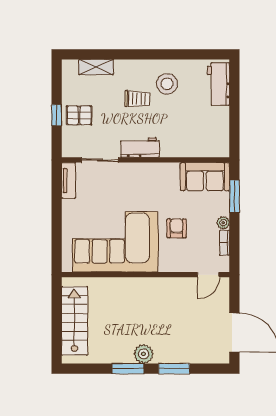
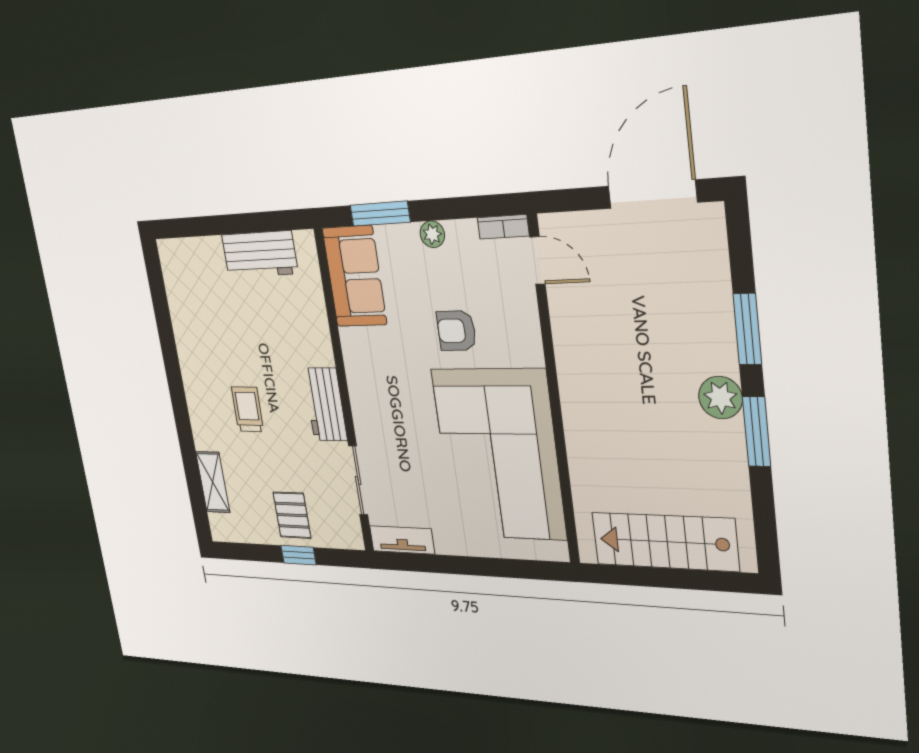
stool: (167, 84) -> (215, 355), removed
workbench: (219, 84) -> (260, 254), moved
bookcase: (225, 243) -> (503, 227), moved

